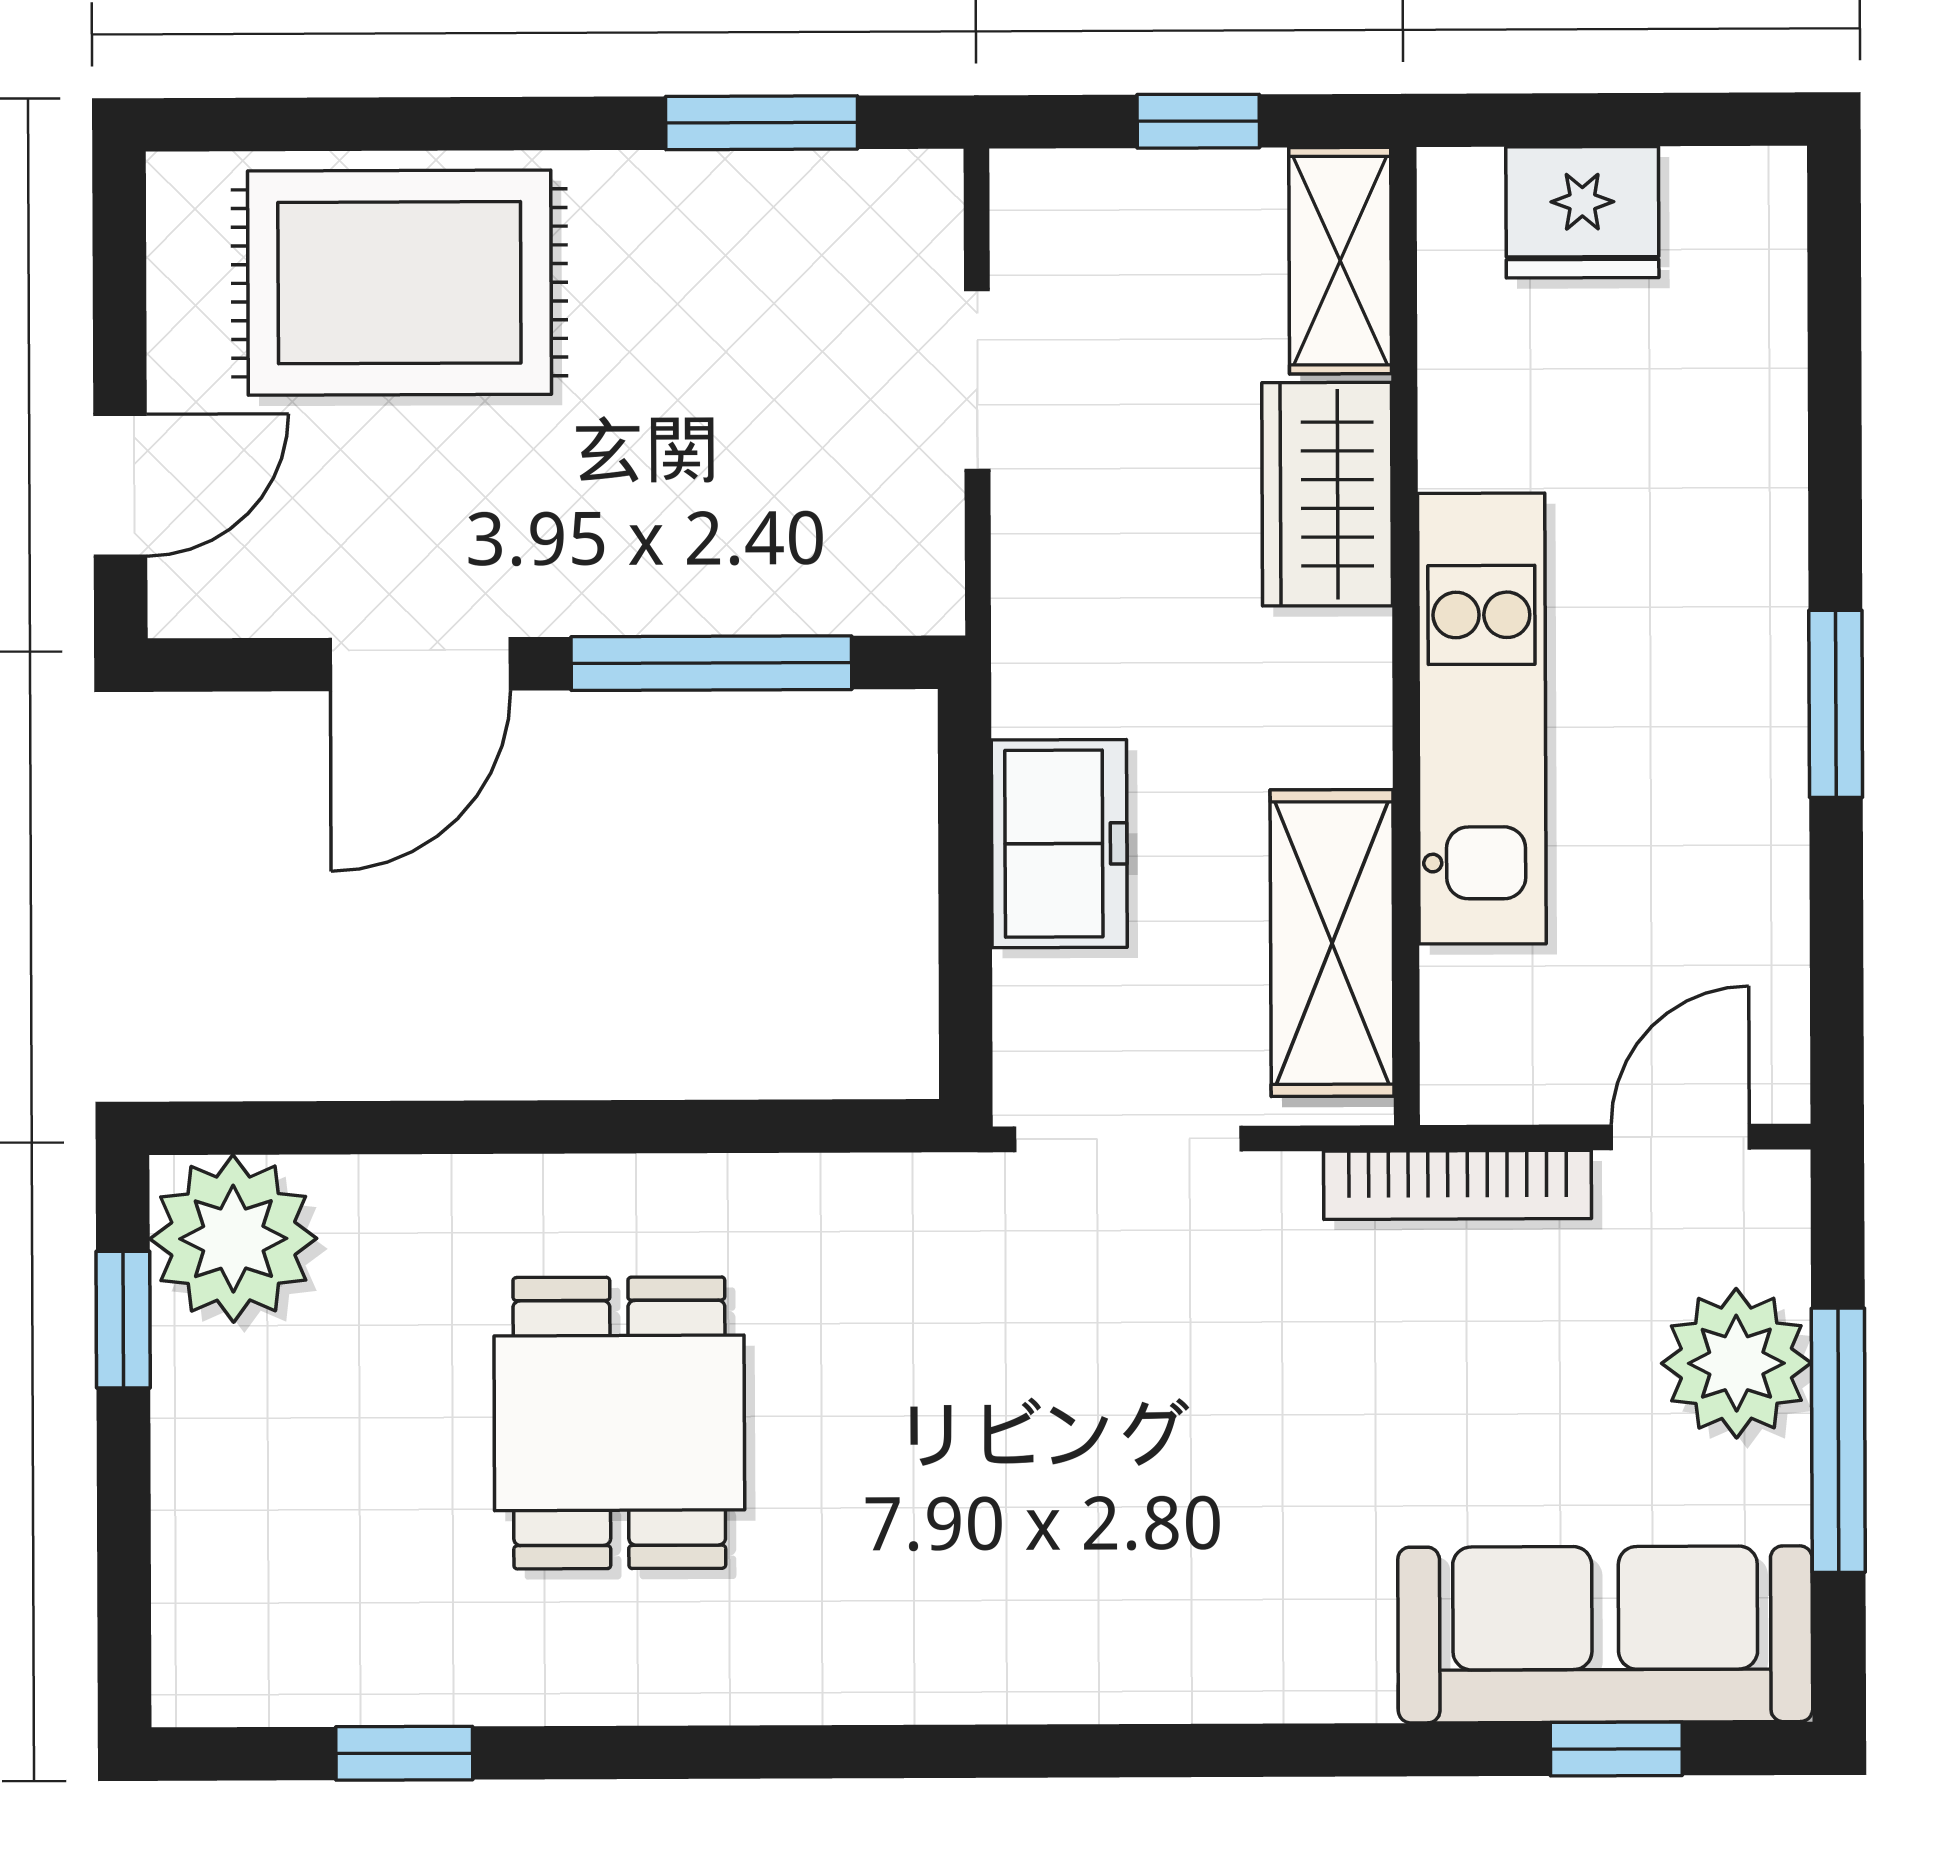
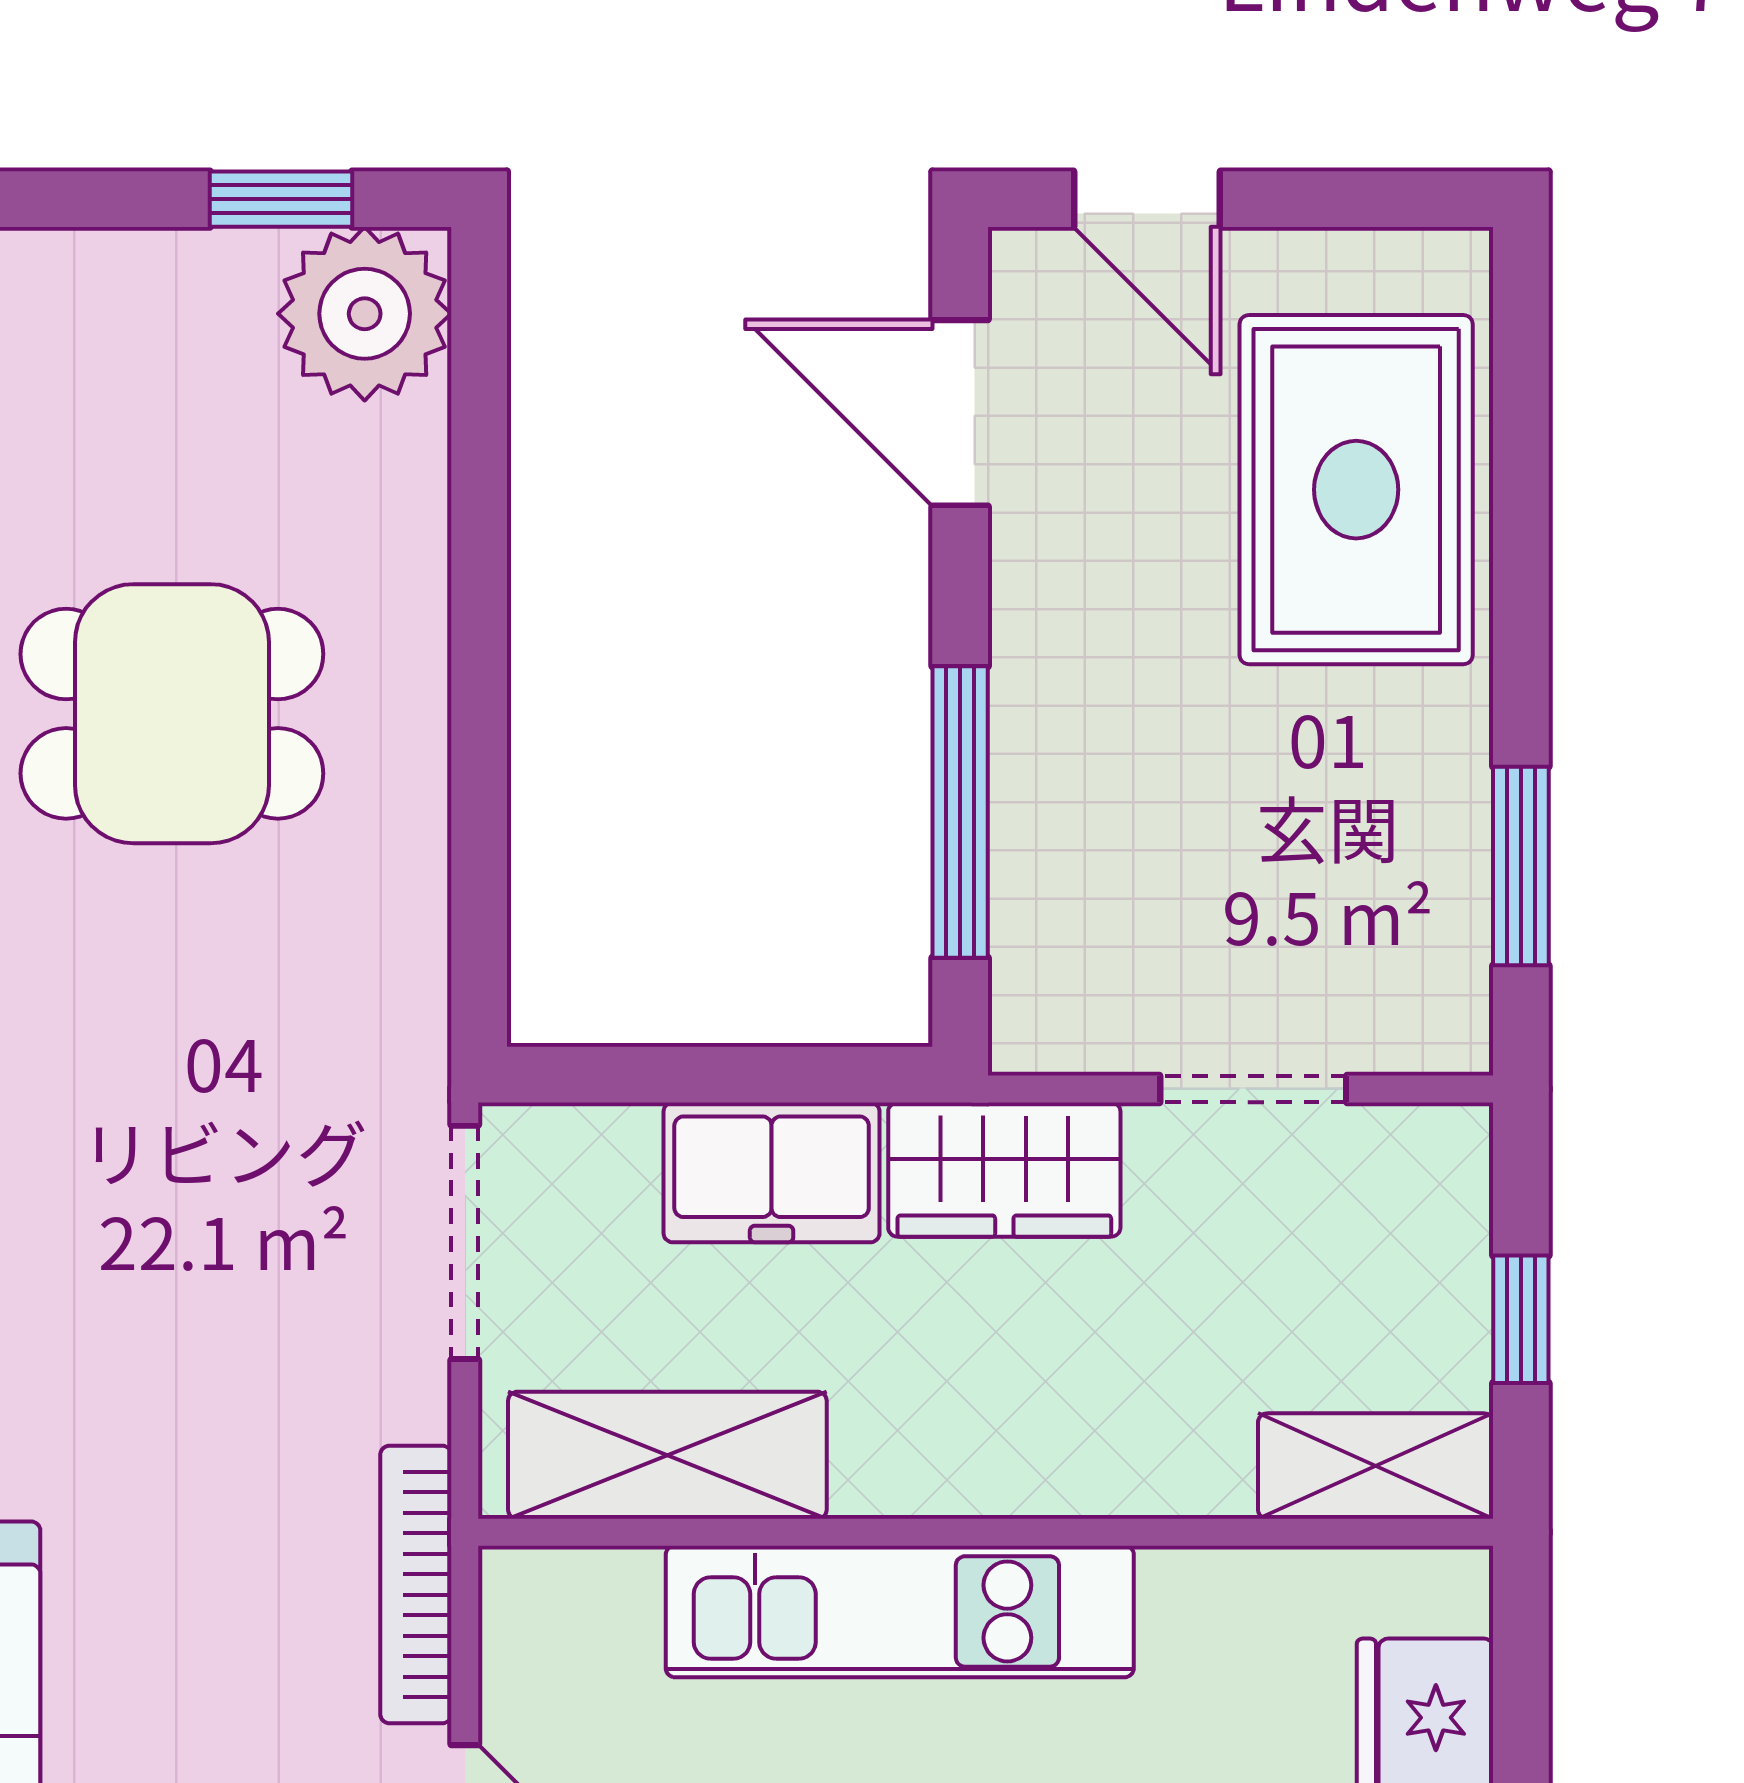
wardrobe: (1327, 494) -> (1004, 1170), moved, turned 180
door: (420, 664) -> (960, 413), moved

